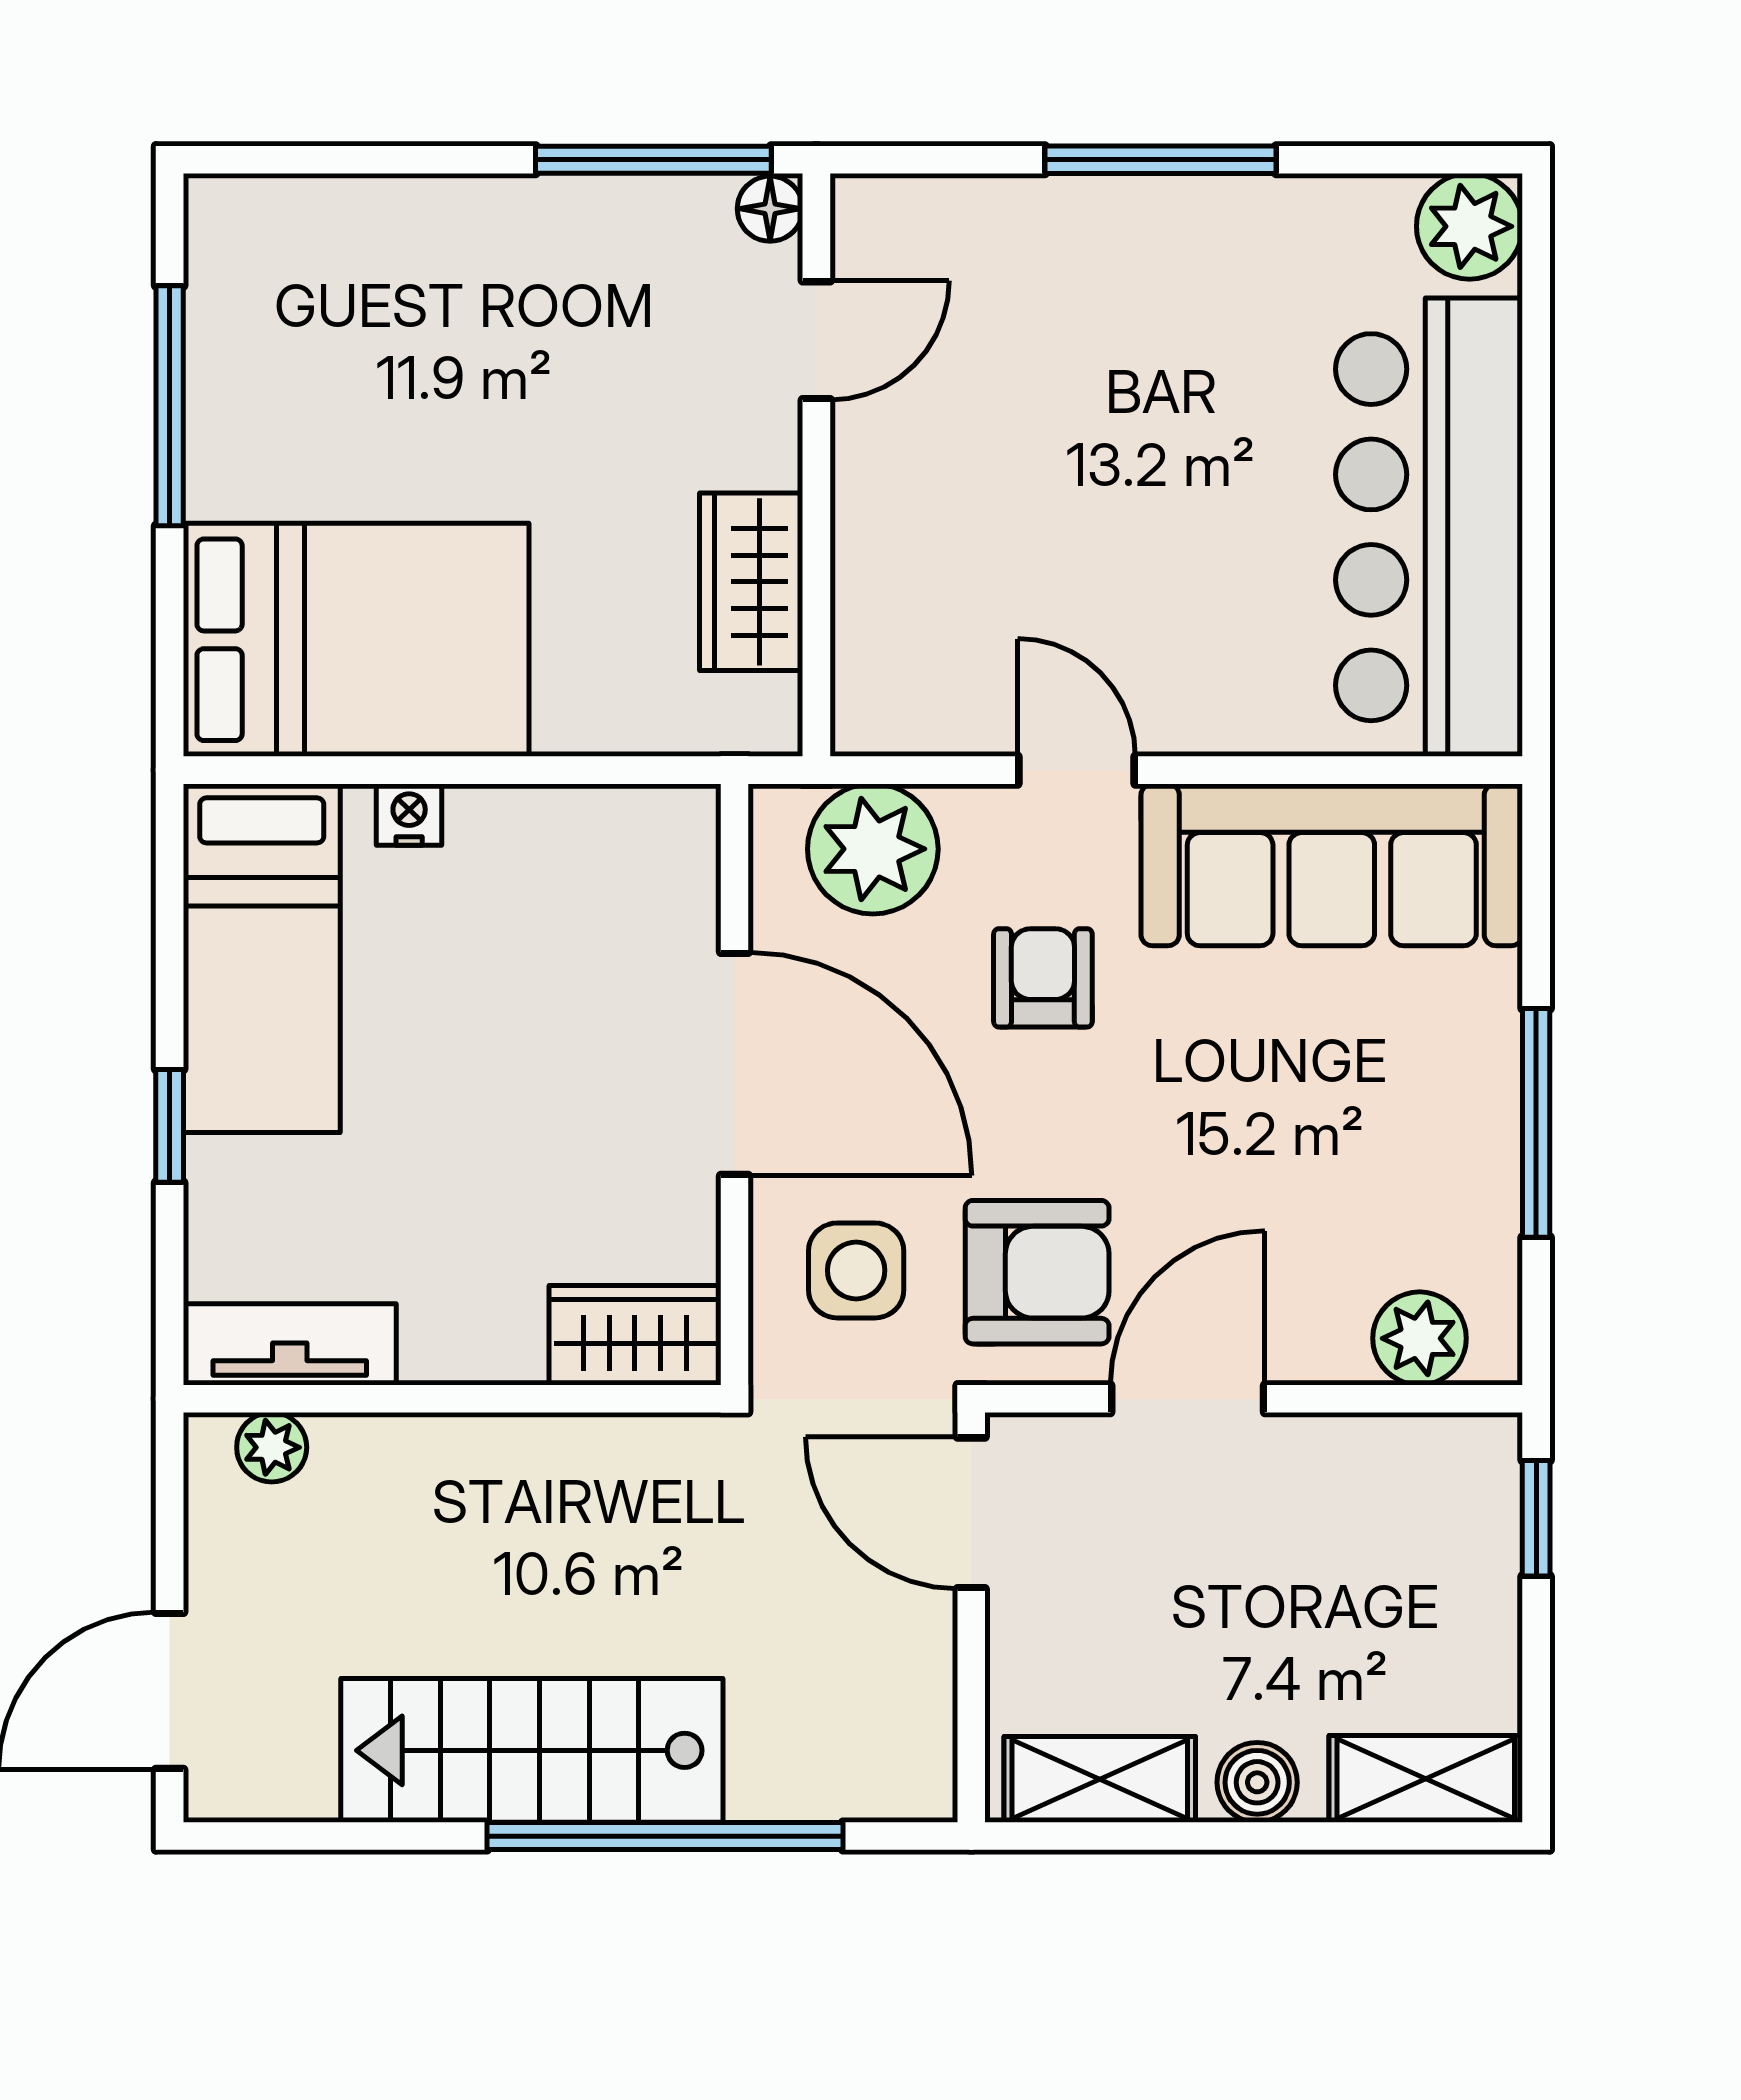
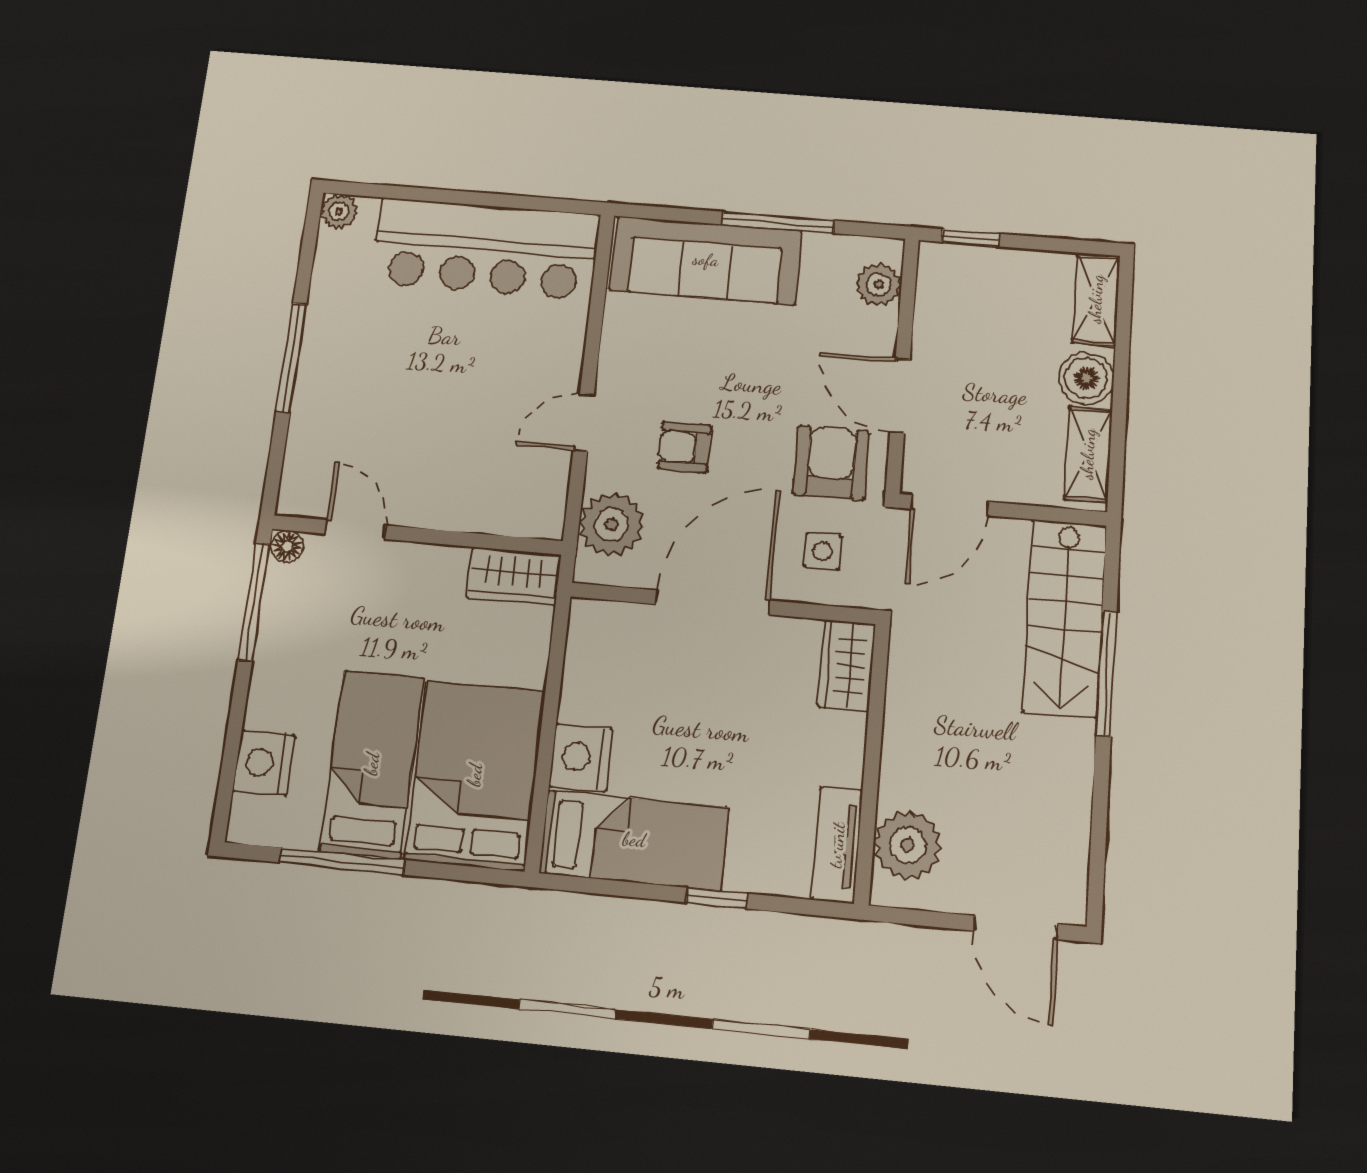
nightstand: (341, 226) -> (264, 763), added
plant: (1470, 226) -> (339, 211), width x0.73, depth x0.73
bed: (358, 437) -> (372, 764), added
wardrobe: (751, 582) -> (514, 576), moved
nightstand: (409, 815) -> (581, 757), width x1.89, depth x1.79
sofa: (1332, 865) -> (706, 260), moved, turned 90
side table: (856, 1270) -> (823, 551), width x0.73, depth x0.73
plant: (272, 1447) -> (908, 845), width x1.88, depth x1.88
stairs: (532, 1750) -> (1065, 618), moved
boiler: (1257, 1782) -> (1086, 378), width x1.36, depth x1.36
window: (665, 1836) -> (1106, 673), width x0.68

